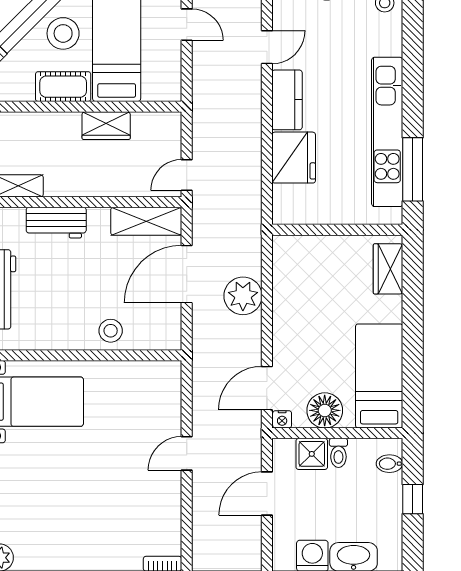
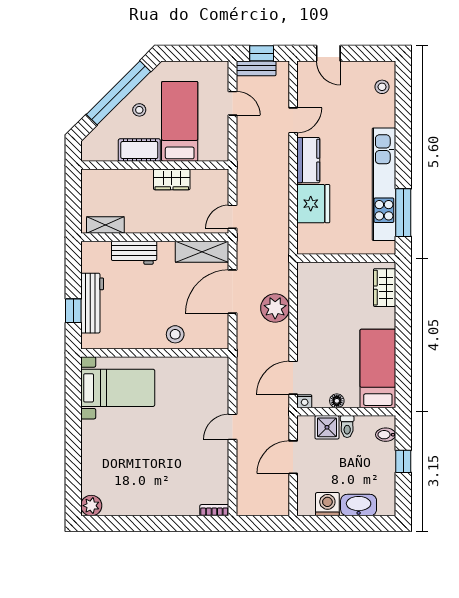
stool: (63, 33) -> (139, 110), width x0.53, depth x0.53
floor lamp: (325, 410) -> (337, 401), width x0.53, depth x0.53

